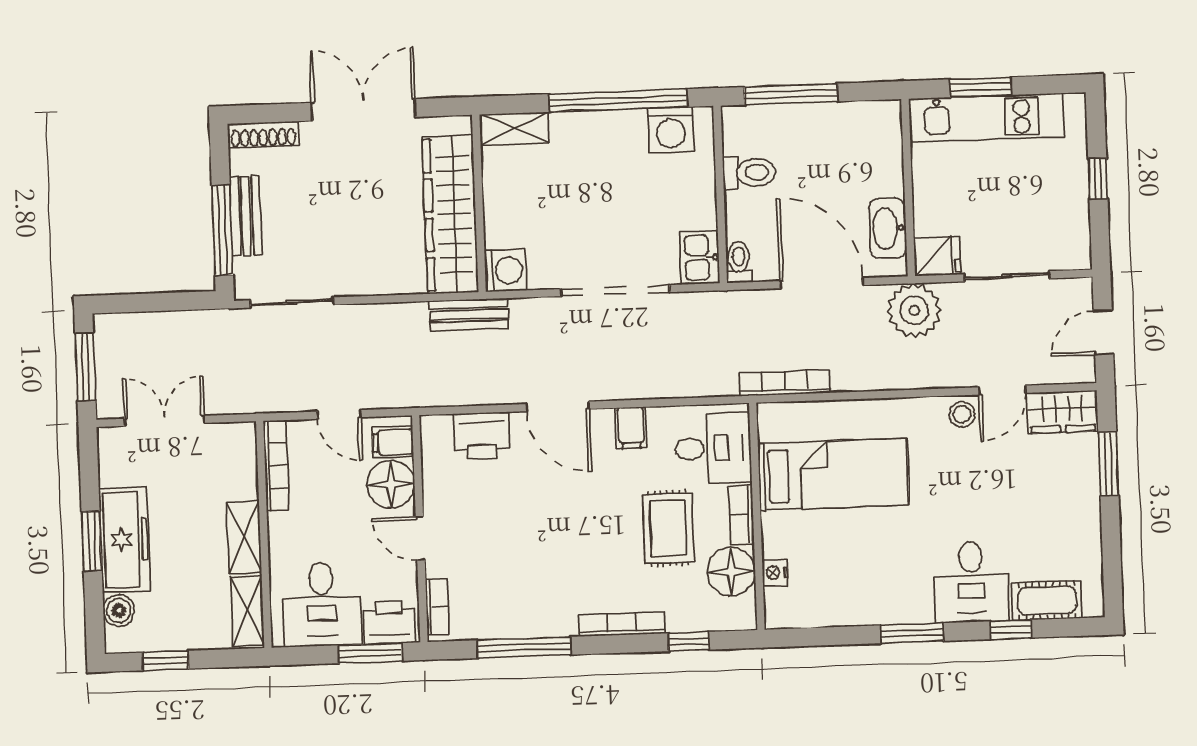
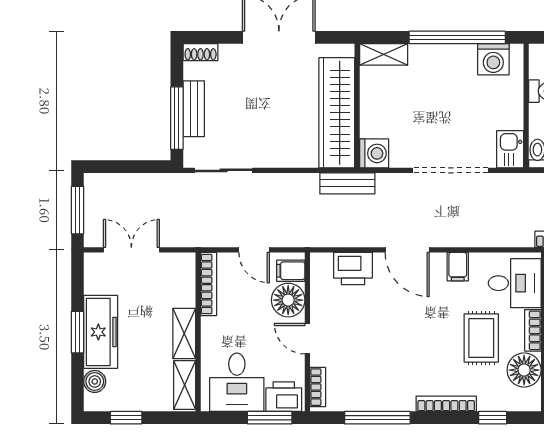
shoe rack: (263, 134) -> (201, 52), width x0.70

